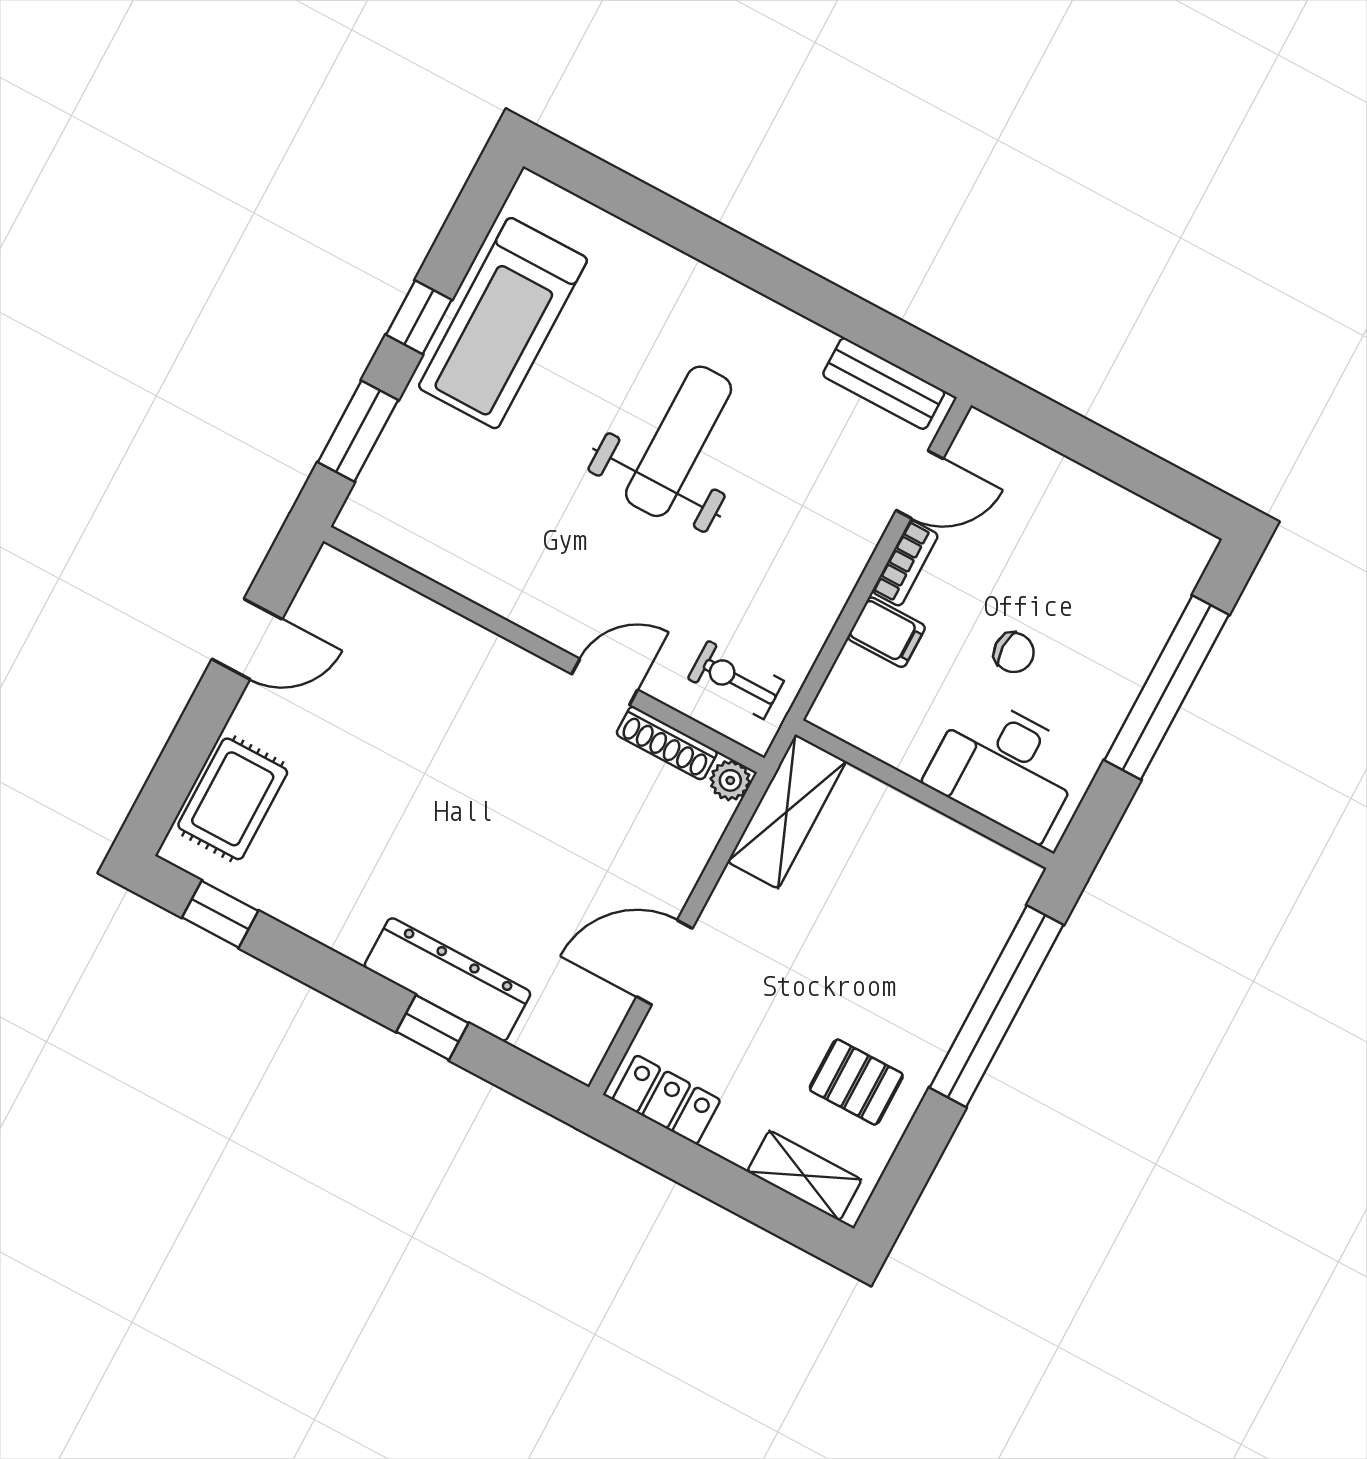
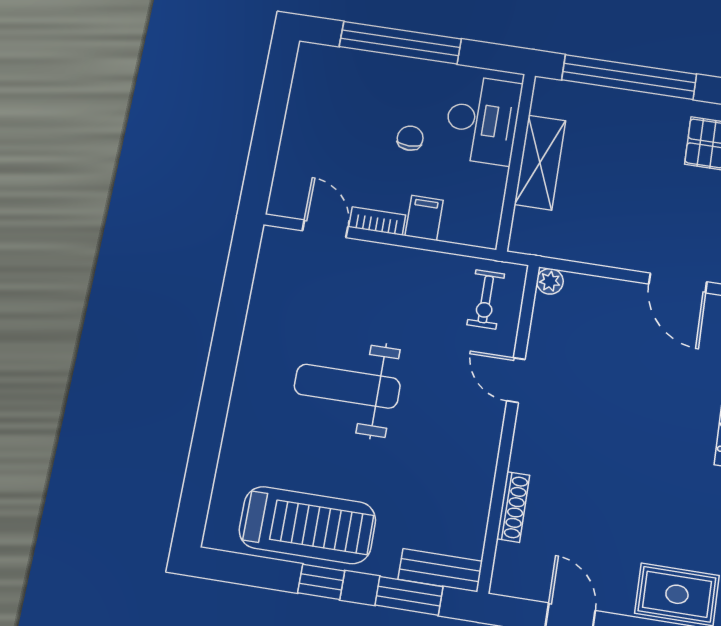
bench: (884, 384) -> (440, 570), moved, turned 90
shoe rack: (667, 743) -> (513, 507), moved
shelving: (787, 812) -> (540, 162), moved, turned 90

